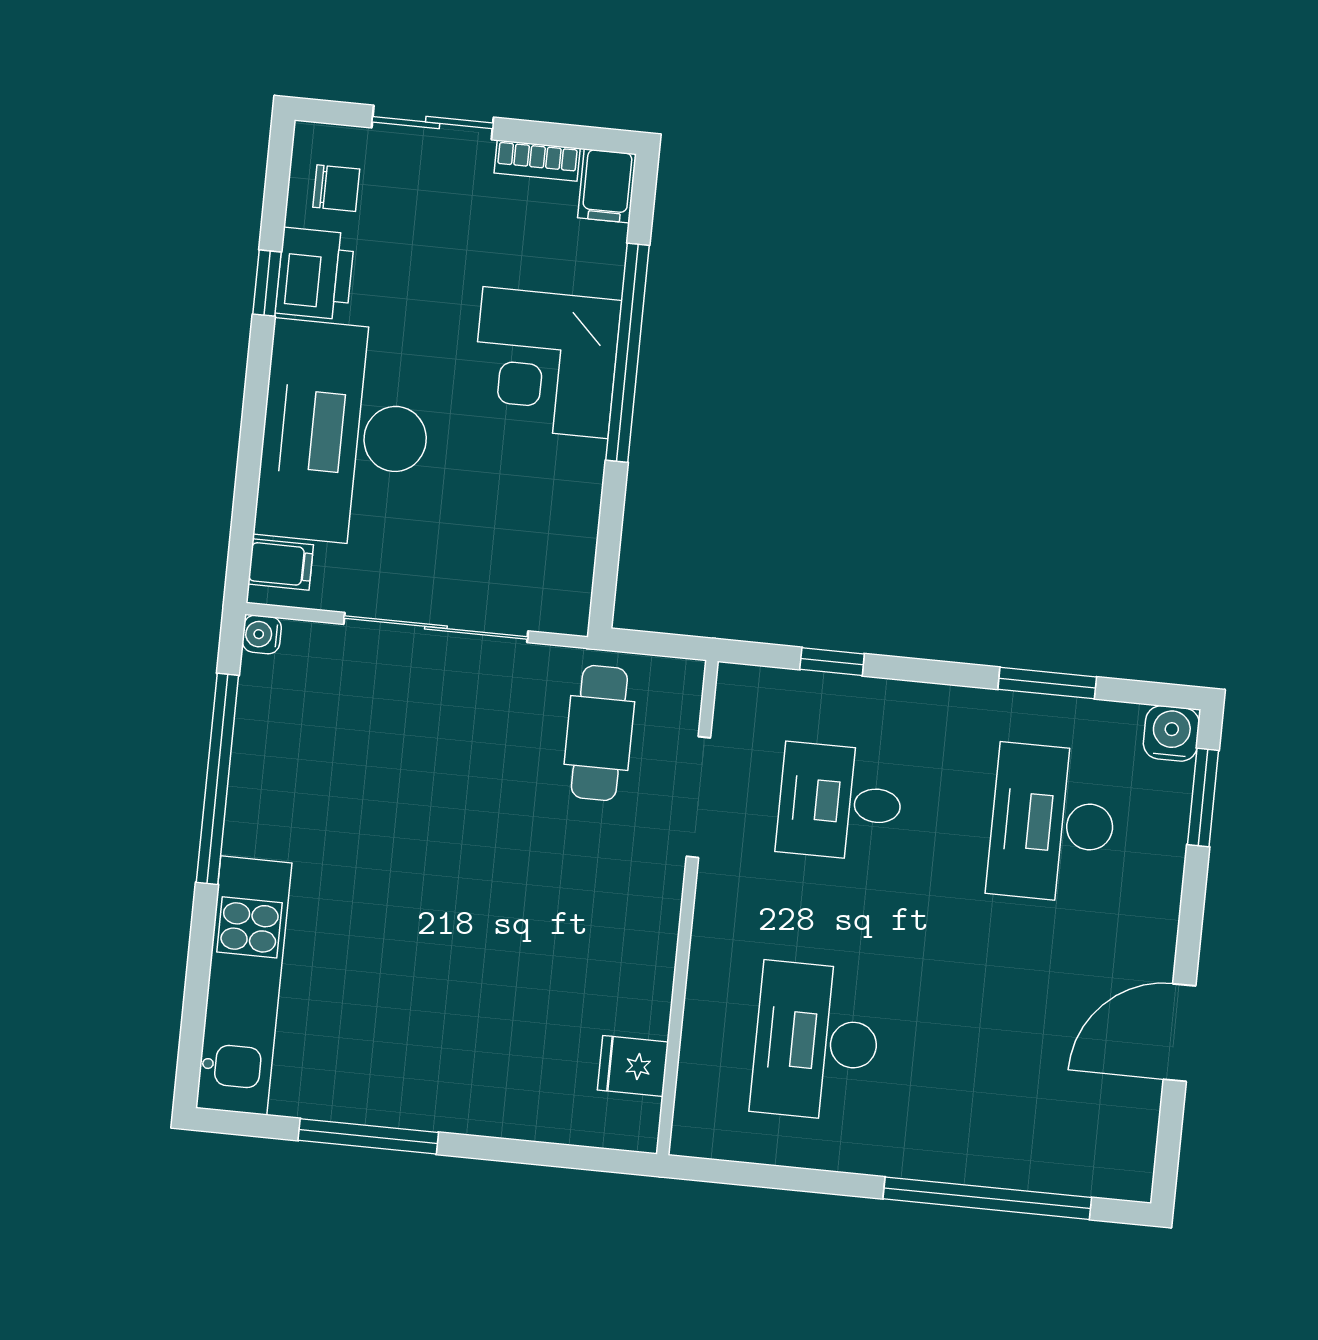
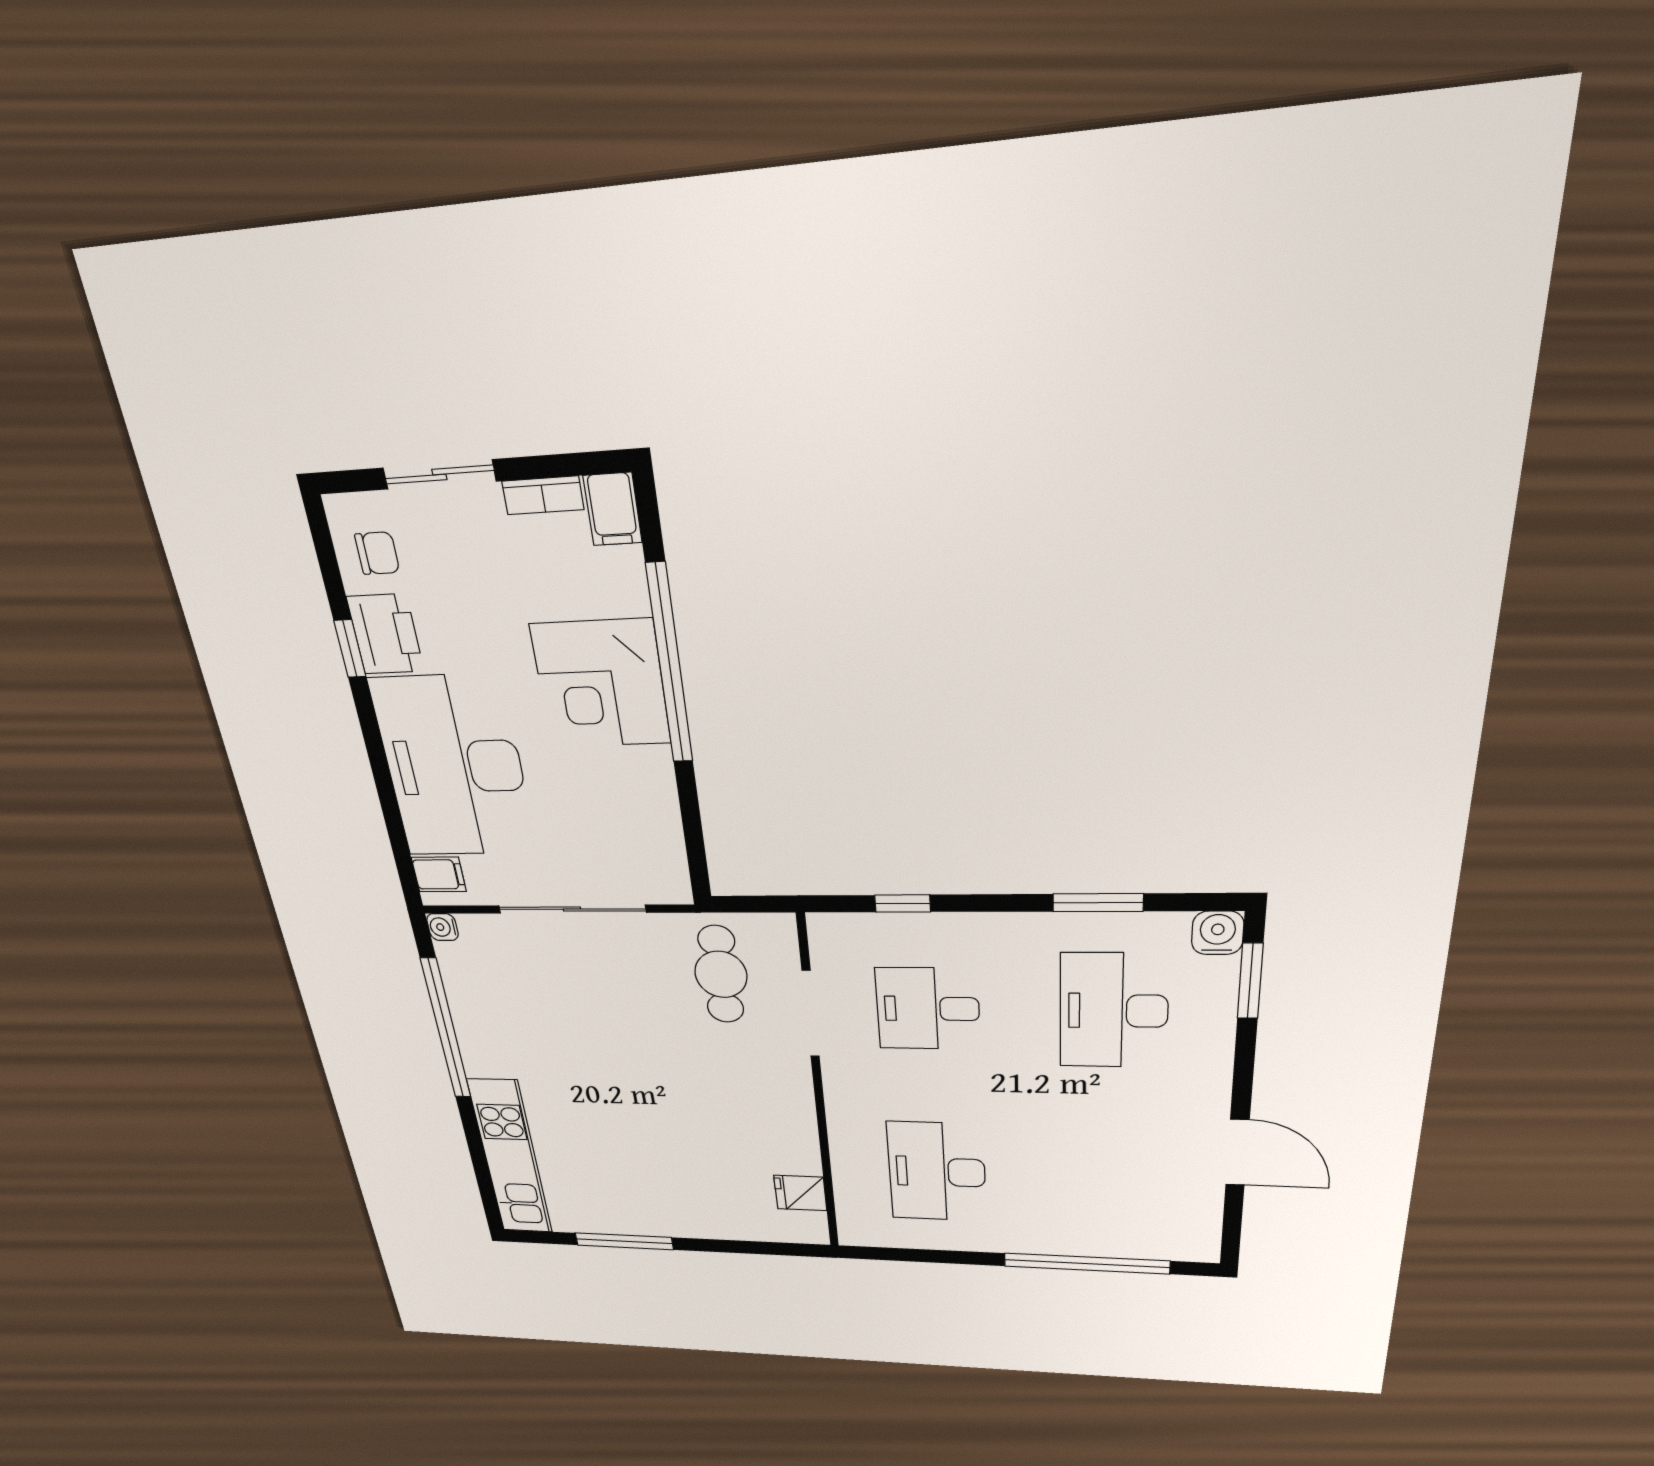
door: (1179, 1033) -> (1237, 1152), swing flipped

